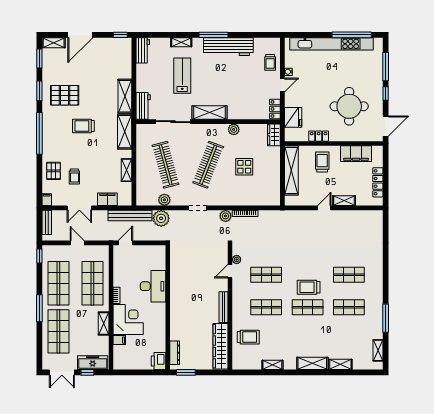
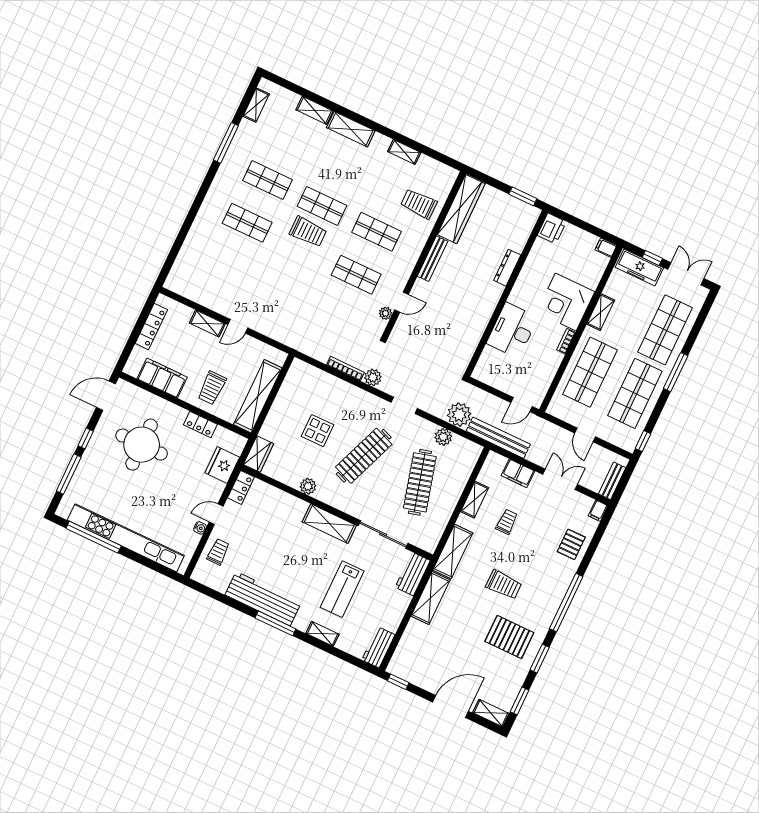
trolley: (74, 176) -> (507, 522), moved
filing cabinet: (119, 340) -> (606, 248), moved
dresser: (175, 353) -> (507, 268), moved

